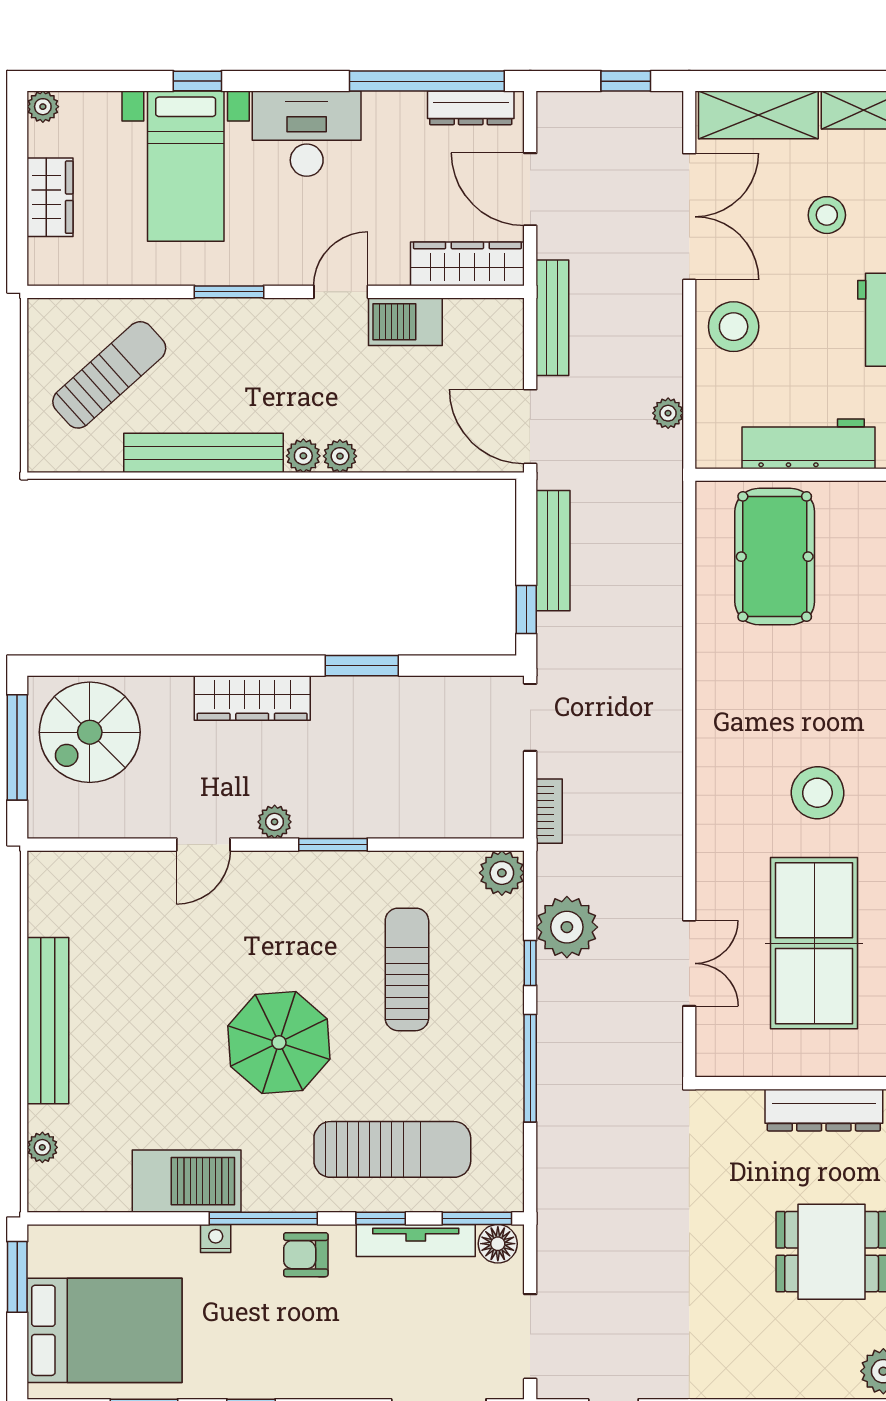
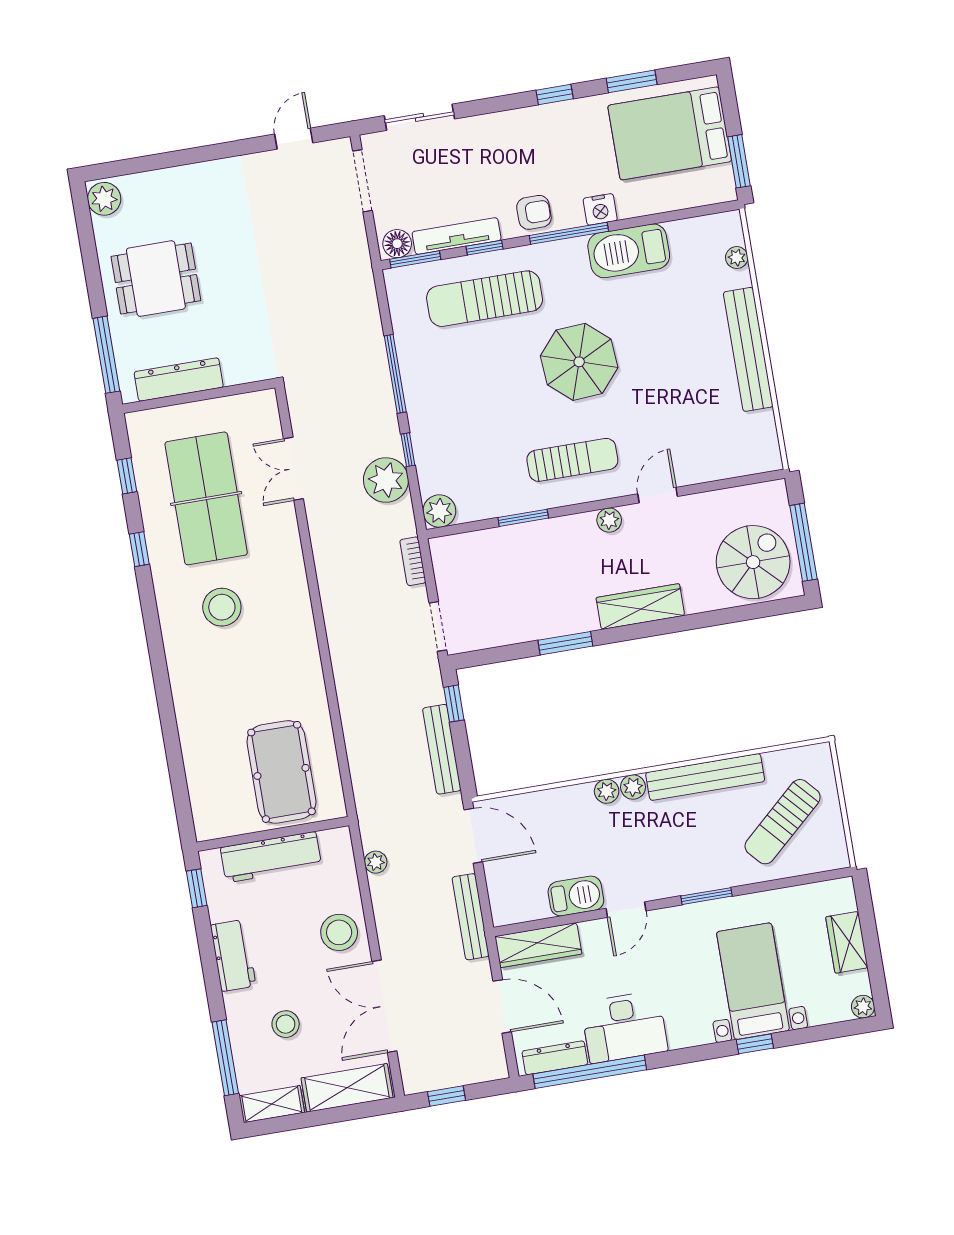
desk: (307, 134) -> (624, 1027), moved
window: (333, 845) -> (523, 518), moved
sun lounger: (407, 969) -> (572, 460), moved, turned -90
nightstand: (216, 1239) -> (600, 209), width x1.39, depth x1.35

